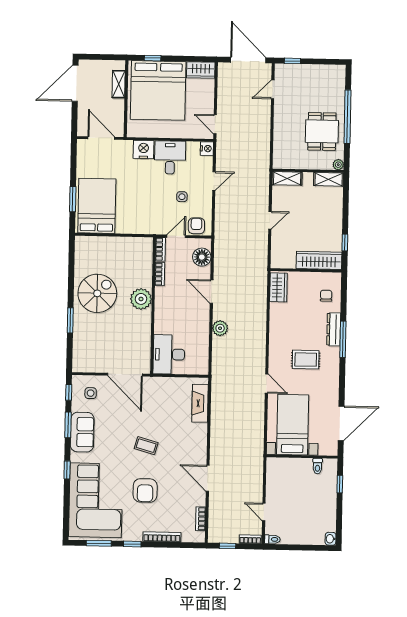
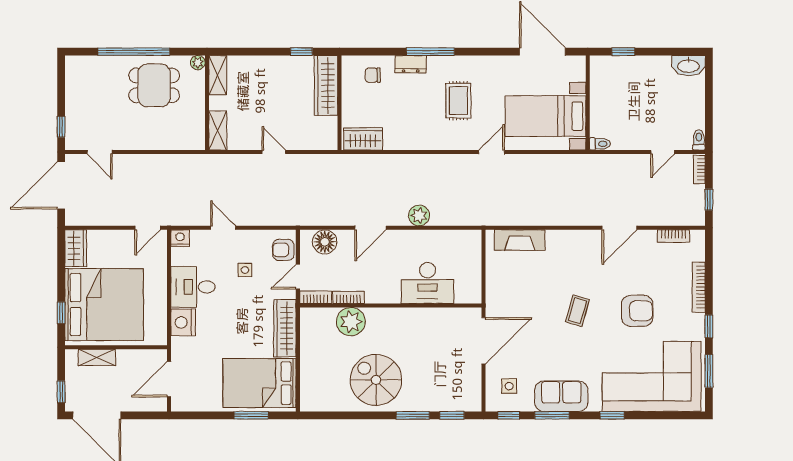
window: (93, 57) -> (61, 392), added
wardrobe: (138, 226) -> (285, 328), added
door: (176, 236) -> (298, 277), hinge flipped
plant: (141, 299) -> (351, 322), moved
dresser: (334, 329) -> (411, 64), width x0.70
window: (70, 350) -> (452, 415), added
desk: (169, 354) -> (428, 283), moved
toilet: (317, 466) -> (600, 144), moved
washbasin: (331, 539) -> (688, 66), width x1.91, depth x1.45

